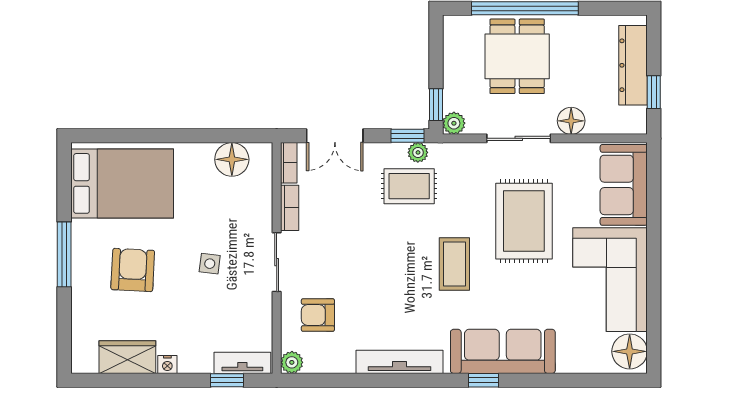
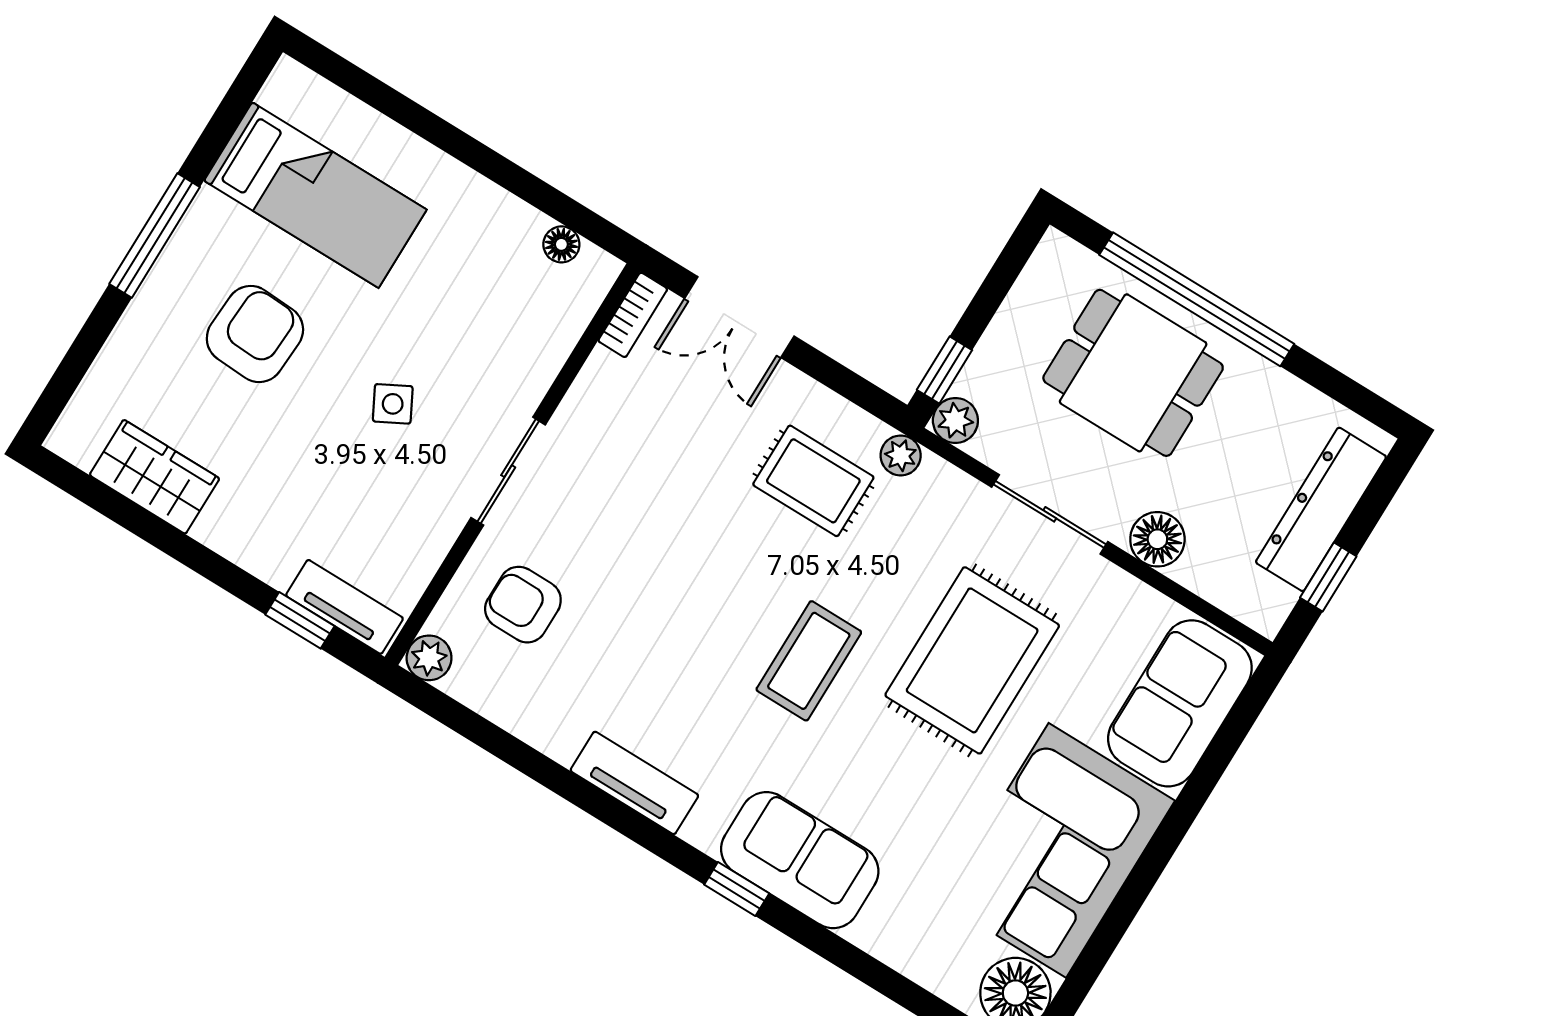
dining table: (517, 56) -> (1133, 373), turned 90
window: (408, 136) -> (863, 393), removed
plant: (418, 152) -> (901, 455), moved
floor lamp: (232, 159) -> (561, 244), width x0.53, depth x0.53
bed: (122, 183) -> (315, 195), width x0.67
bookcase: (290, 208) -> (587, 393), removed
side table: (210, 264) -> (393, 404), turned -35
sofa: (503, 351) -> (800, 860), width x0.73
tv unit: (400, 362) -> (634, 783), width x0.71
nightstand: (167, 365) -> (215, 531), removed

